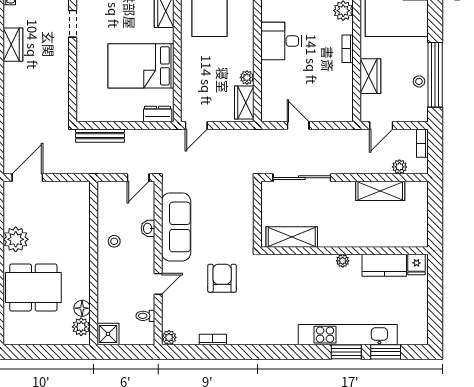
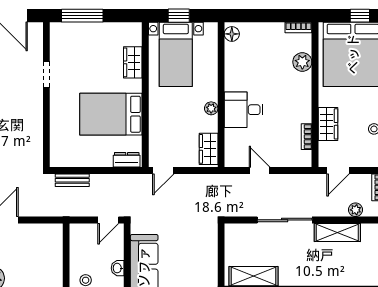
desk: (281, 41) -> (244, 110), moved
bookcase: (348, 49) -> (306, 137), moved
plant: (247, 77) -> (211, 108), moved
bench: (100, 136) -> (72, 180), width x0.73
sliding door: (302, 178) -> (285, 220), moved

